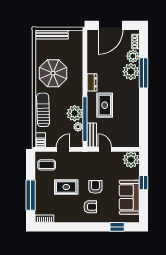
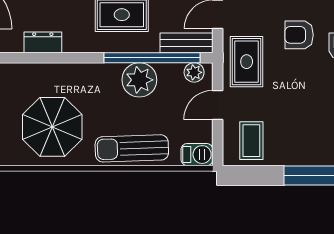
dresser: (92, 82) -> (43, 42), moved
plant: (78, 127) -> (194, 72), moved
door: (63, 149) -> (218, 105), hinge flipped
rug: (66, 187) -> (247, 62), moved

